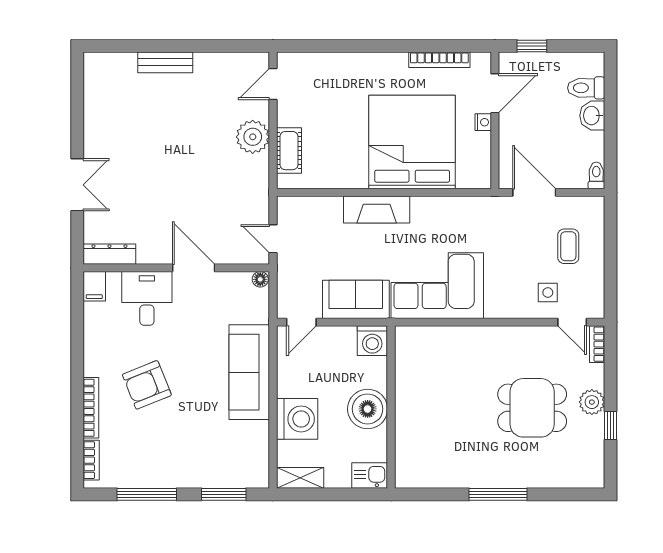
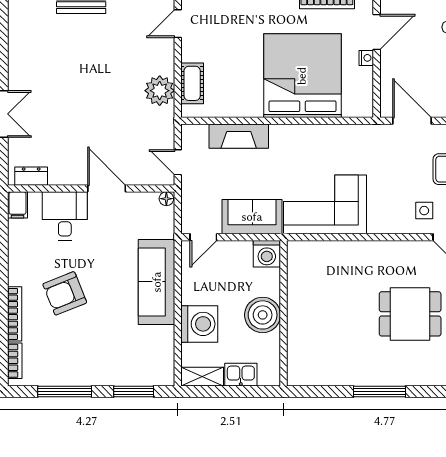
plant: (253, 137) -> (160, 91), moved
fireplace: (377, 209) -> (239, 136), moved
dresser: (109, 254) -> (31, 176), width x0.70
kitchen sink: (370, 476) -> (241, 375), moved

